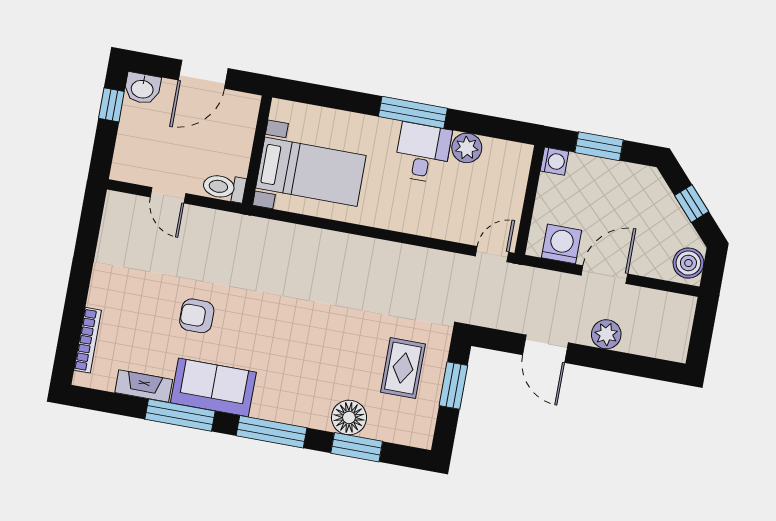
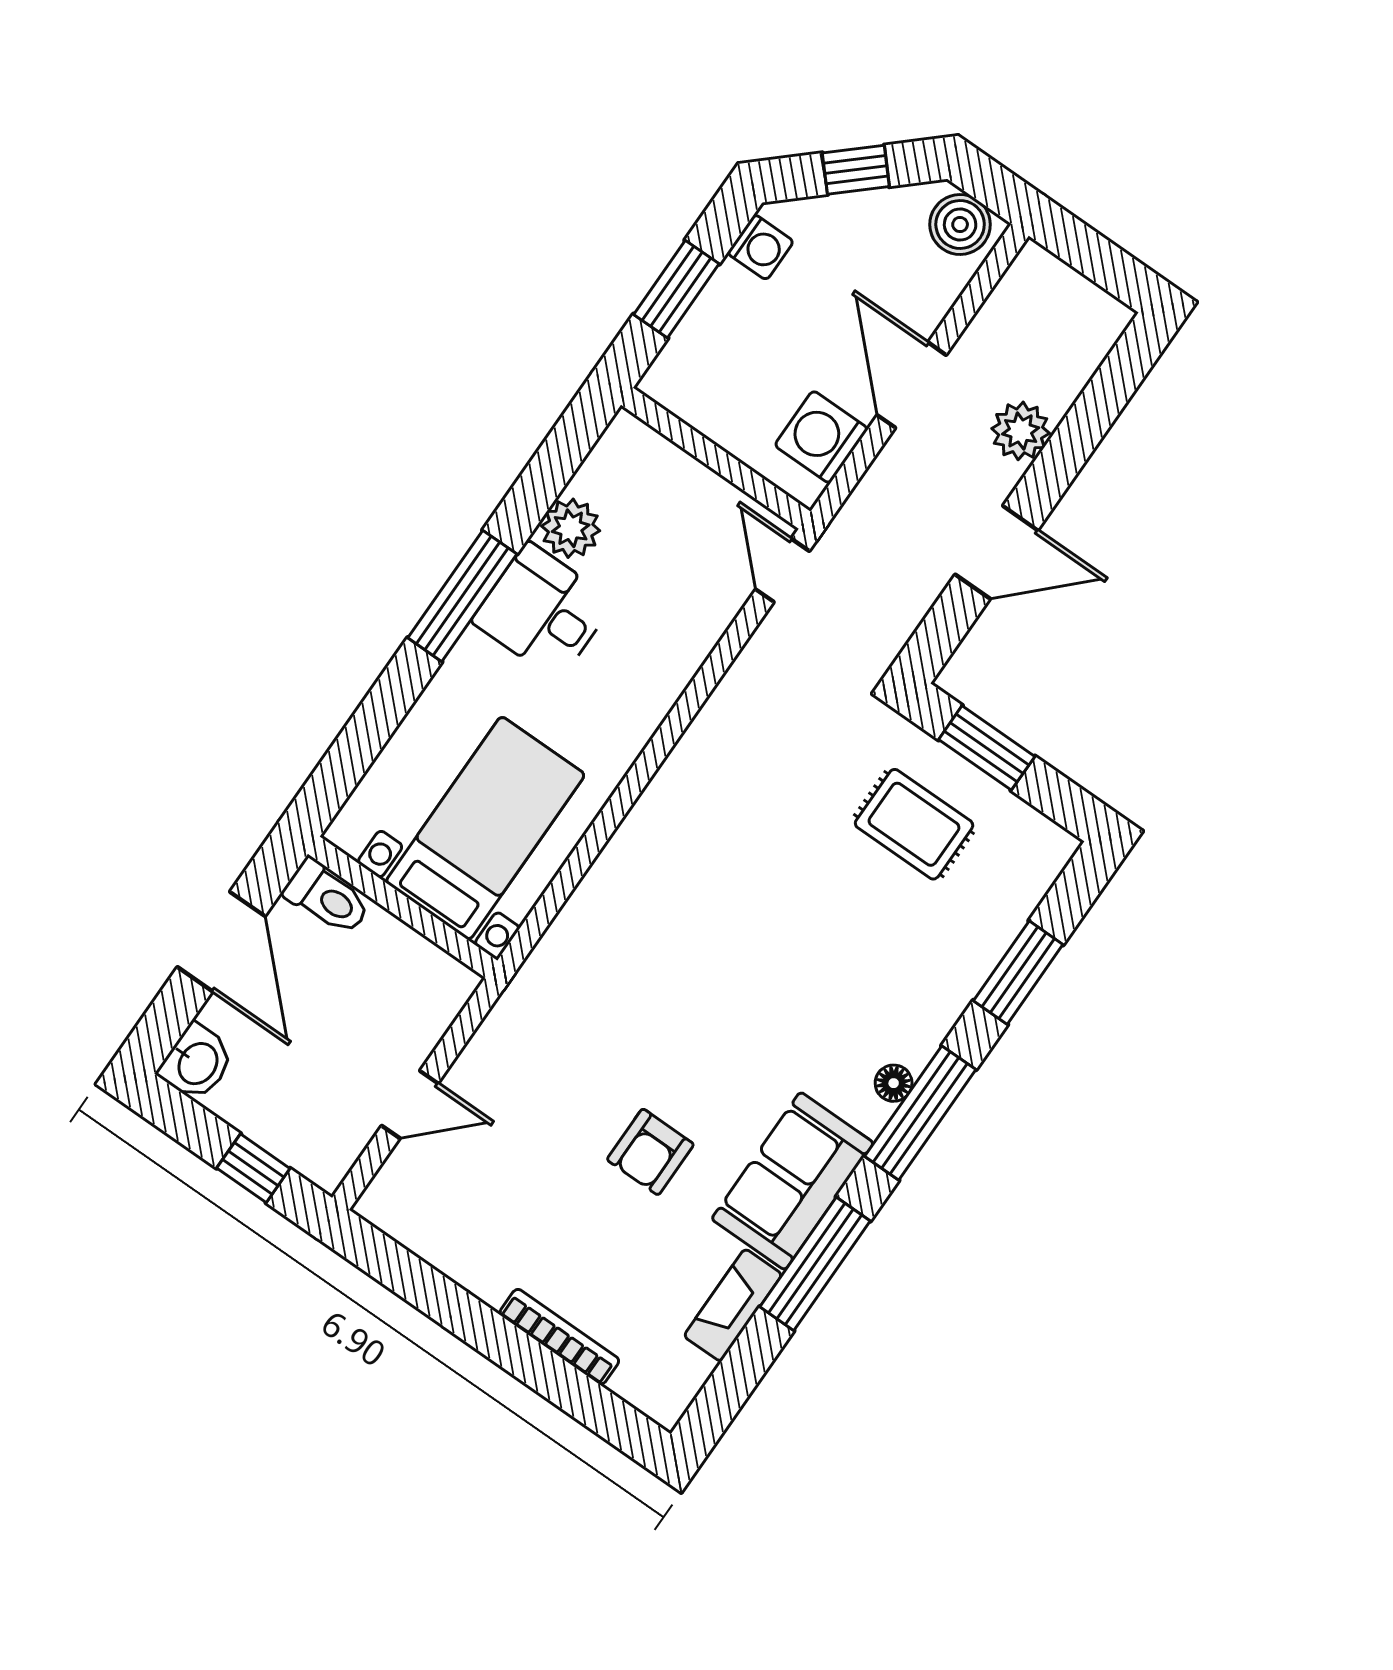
window: (111, 105) -> (253, 1168), moved
washing machine: (554, 161) -> (760, 247), moved, turned 90
toilet: (224, 187) -> (327, 897), moved, turned -90
bookcase: (88, 340) -> (559, 1337), moved
floor lamp: (349, 417) -> (894, 1083), moved, width x0.53, depth x0.53

